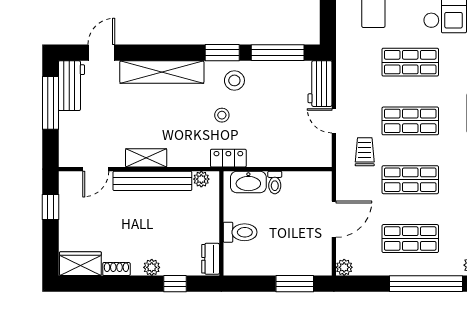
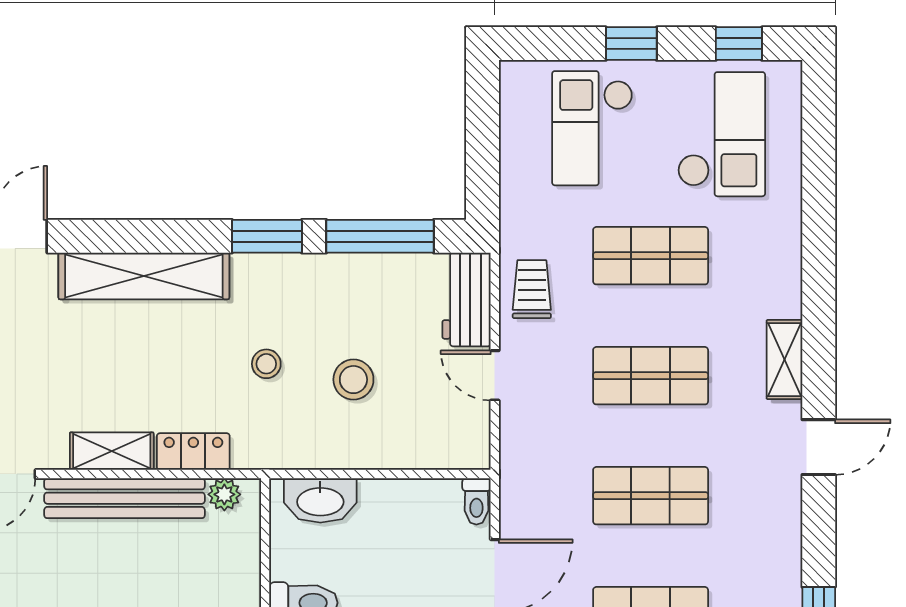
stool: (234, 80) -> (353, 380), moved
trolley: (365, 152) -> (532, 289), moved
locker: (228, 158) -> (193, 452), moved
toilet: (275, 183) -> (476, 501), moved

